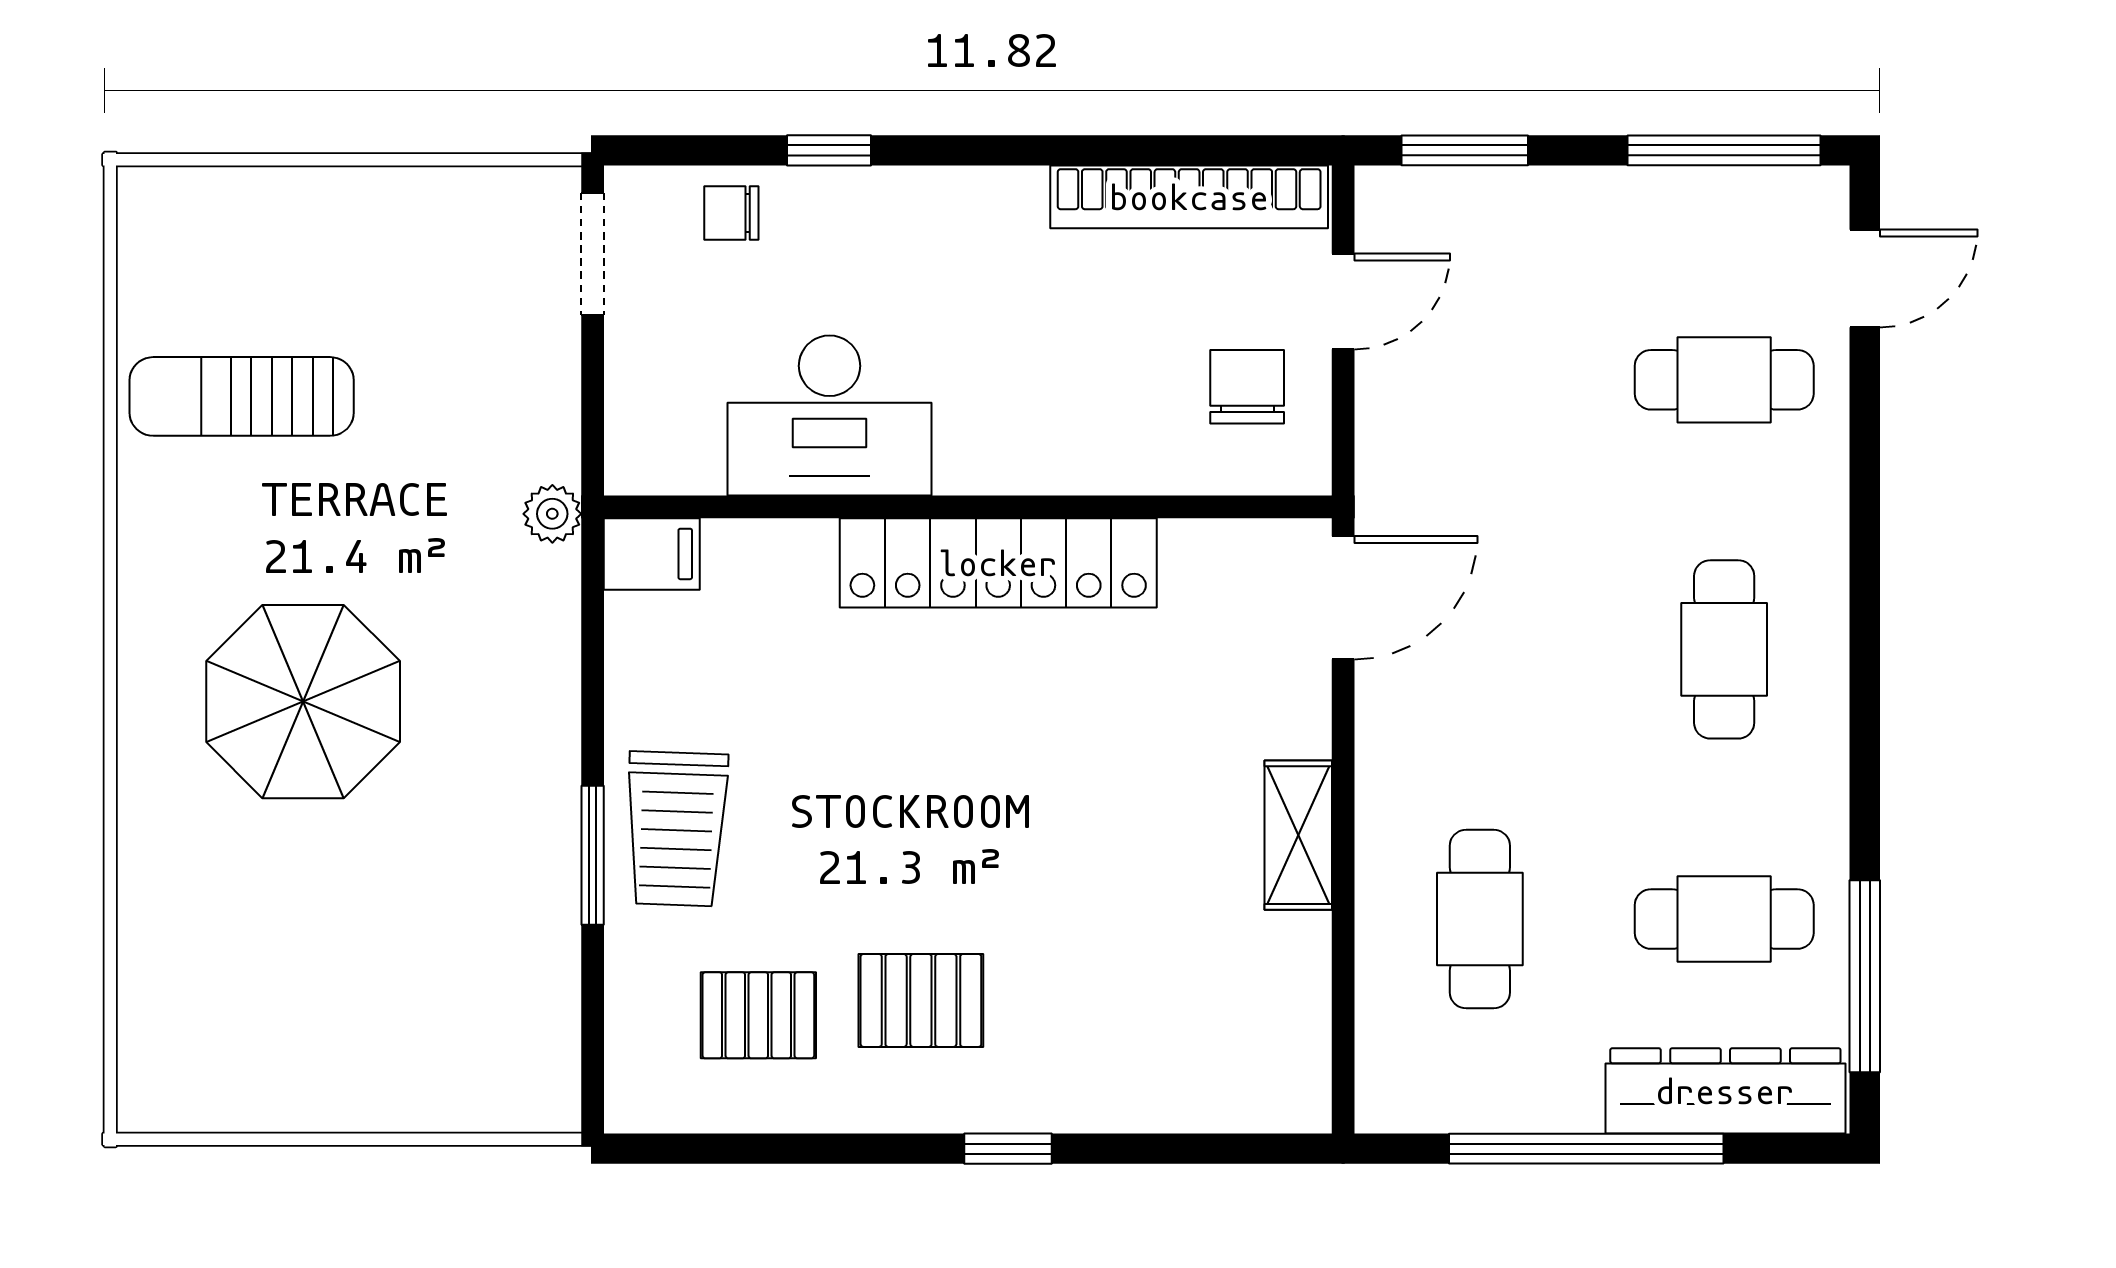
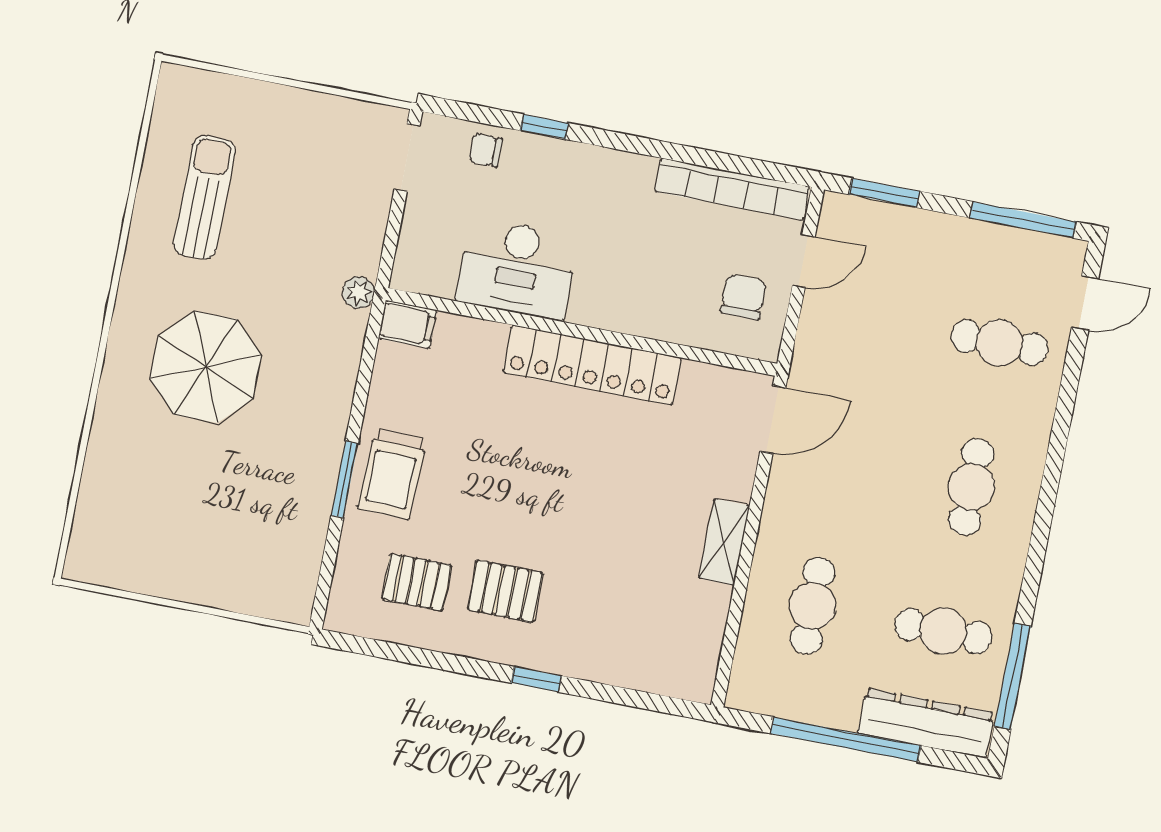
sun lounger: (242, 396) -> (205, 197), turned 90

